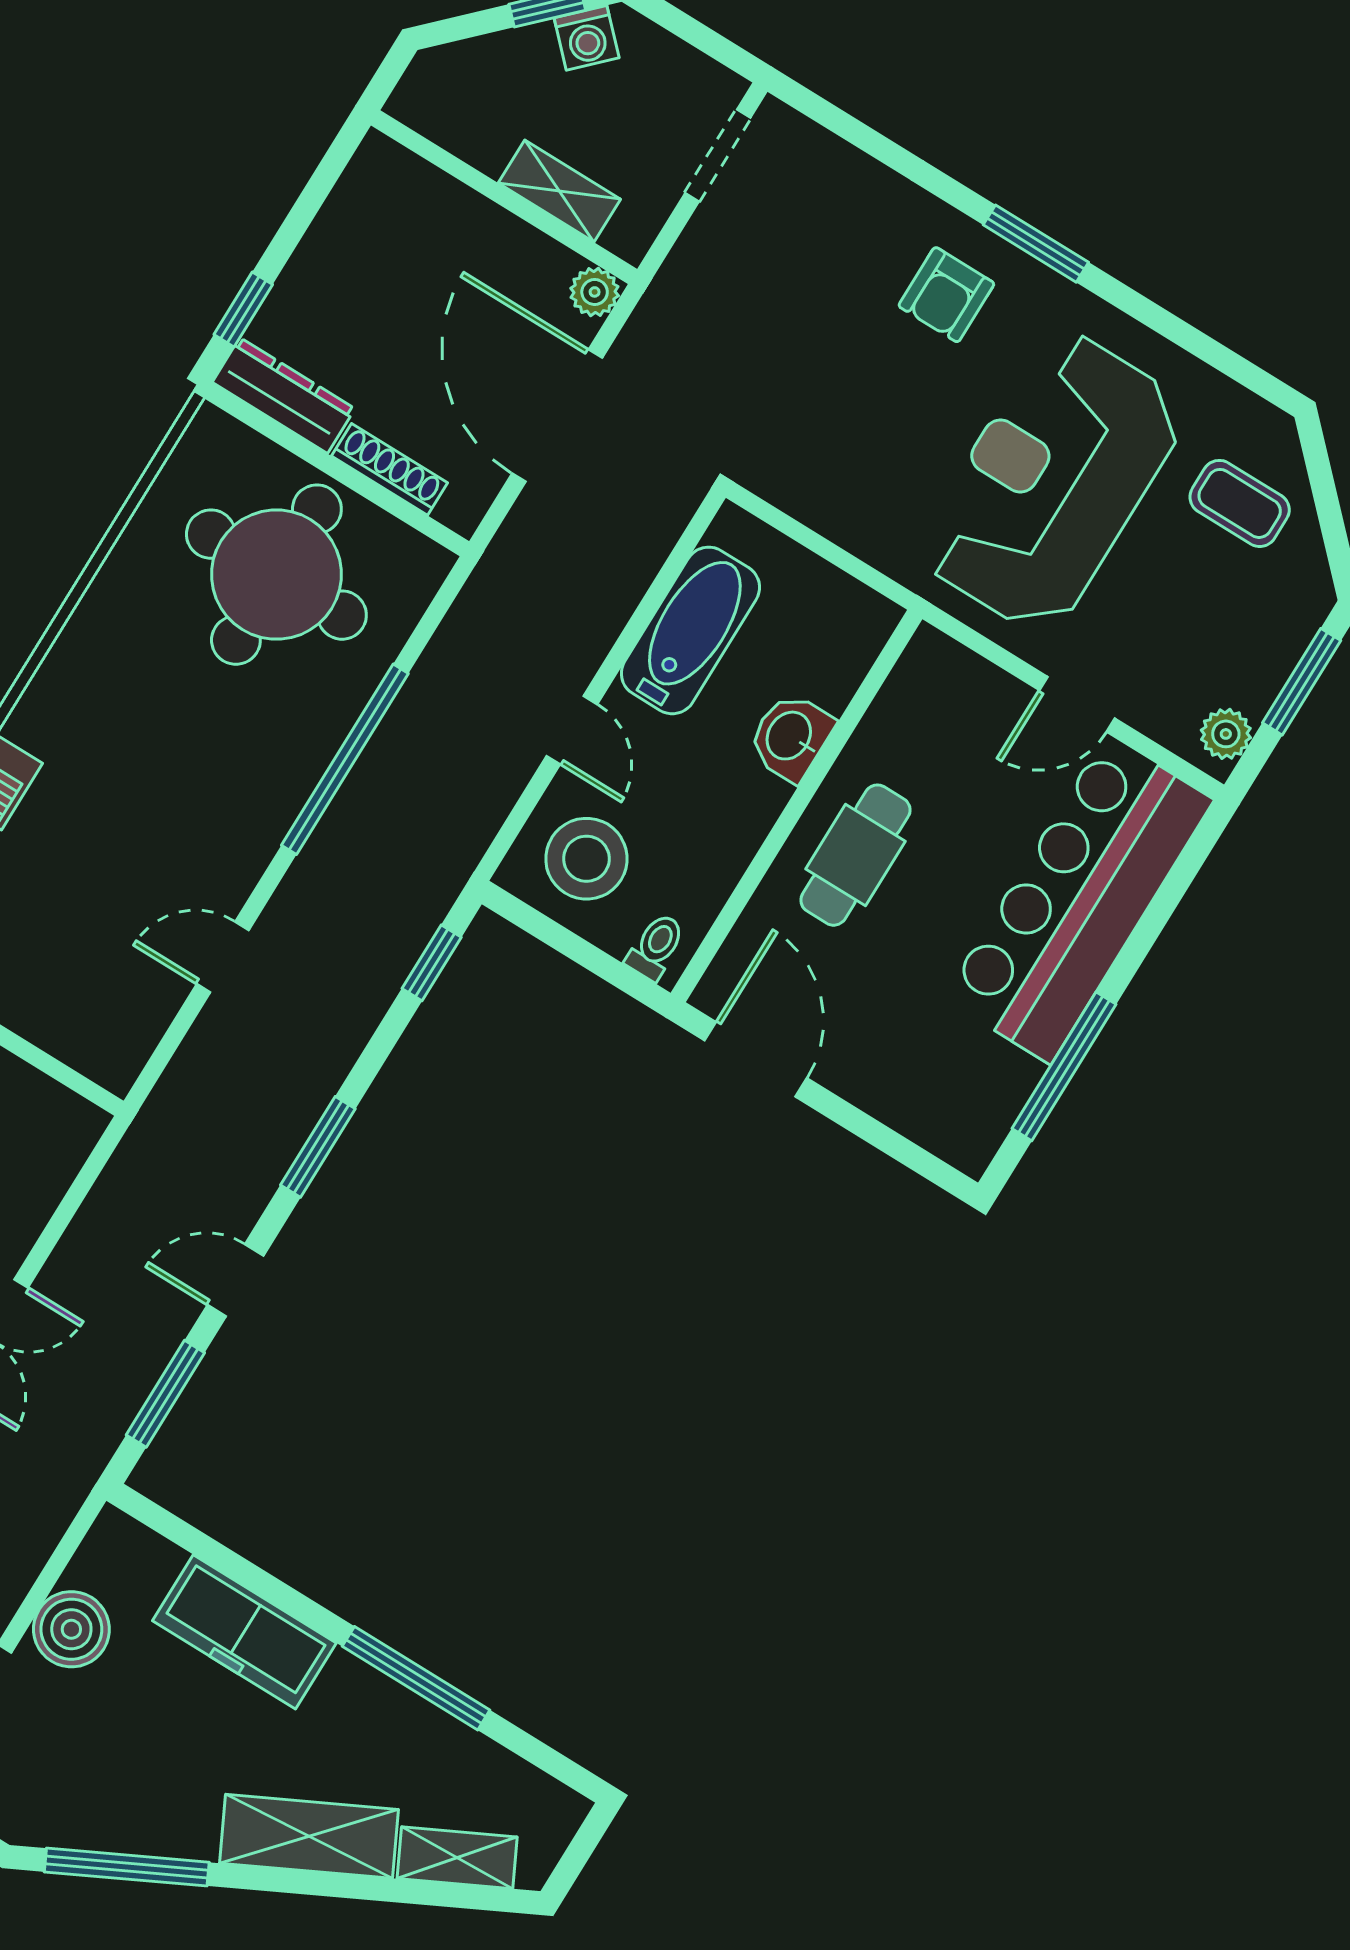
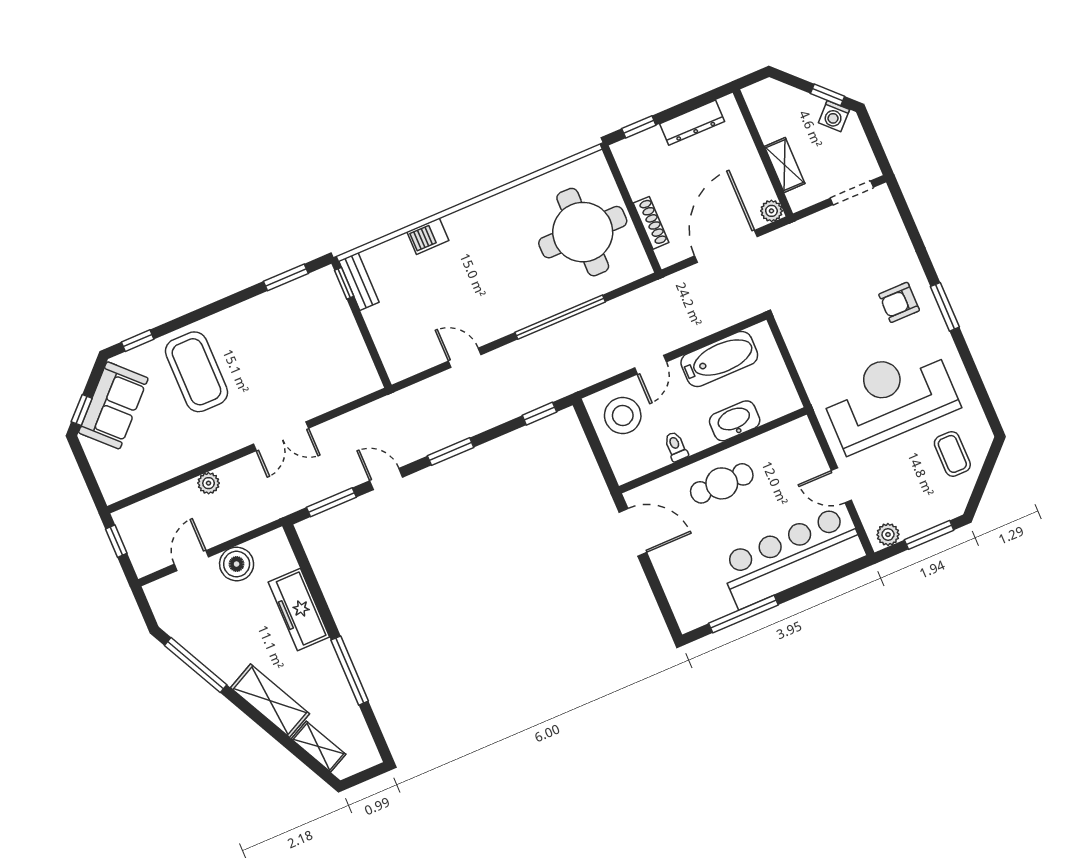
dresser: (284, 395) -> (692, 123), moved, turned 90
washbasin: (790, 737) -> (735, 421), width x1.38
toilet: (656, 947) -> (676, 447), moved, turned -90
door: (756, 1059) -> (633, 532), hinge flipped

